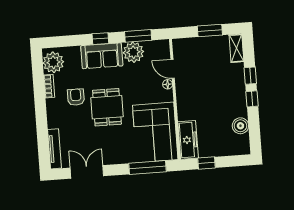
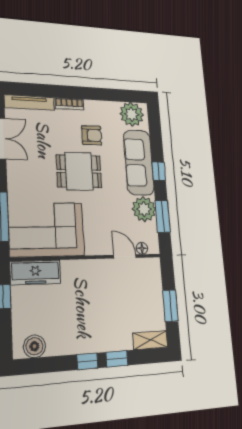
sofa: (102, 56) -> (139, 162), width x1.36
door: (173, 69) -> (125, 256), hinge flipped
floor lamp: (168, 84) -> (142, 248), moved
bookcase: (49, 86) -> (69, 104), moved
boiler: (240, 126) -> (34, 346), moved

